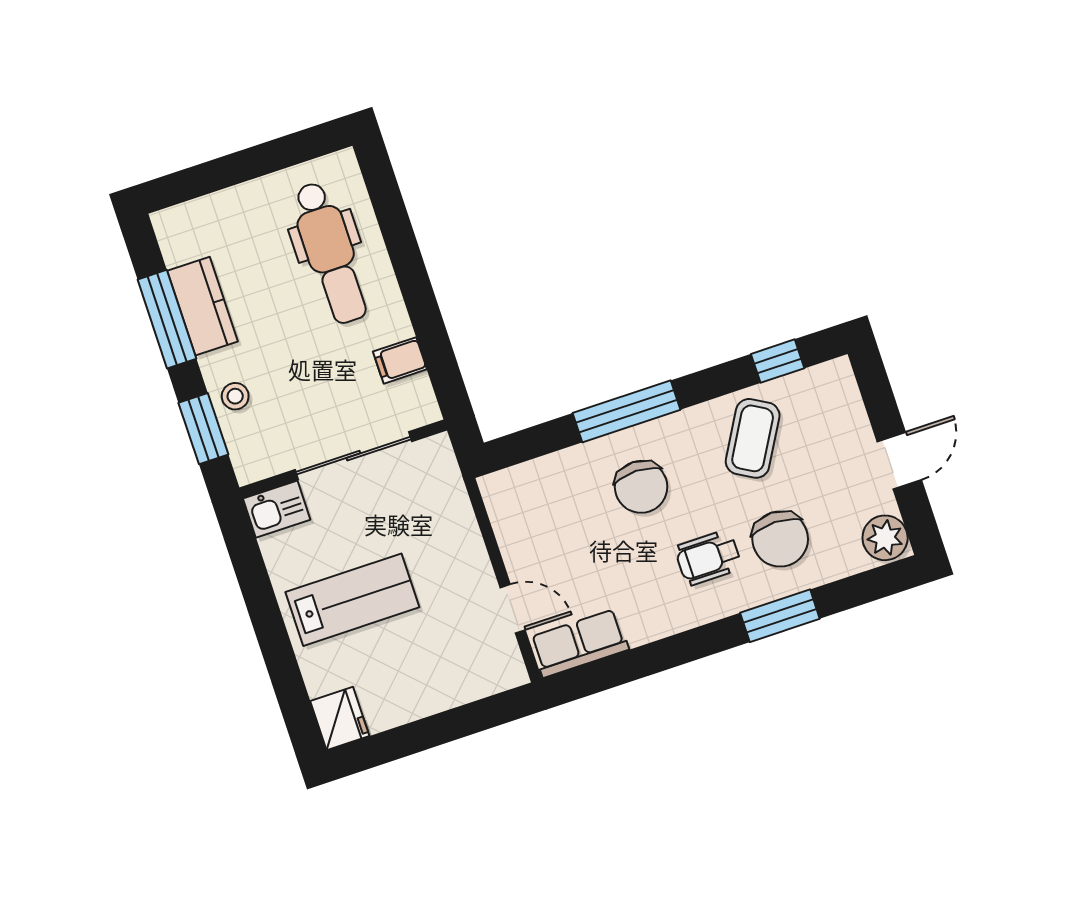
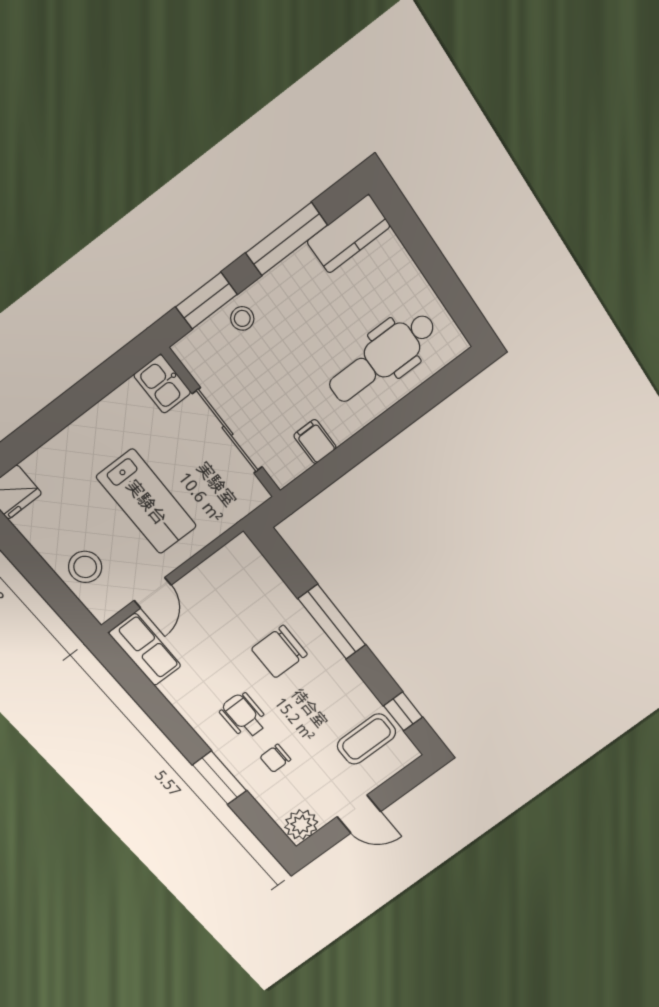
kitchen counter: (202, 306) -> (349, 234), moved
coffee table: (753, 438) -> (367, 739), moved, turned -30
chair: (780, 539) -> (275, 758), width x0.54, depth x0.54
lab bench: (352, 600) -> (147, 502), moved
stool: (454, 673) -> (85, 567), added

